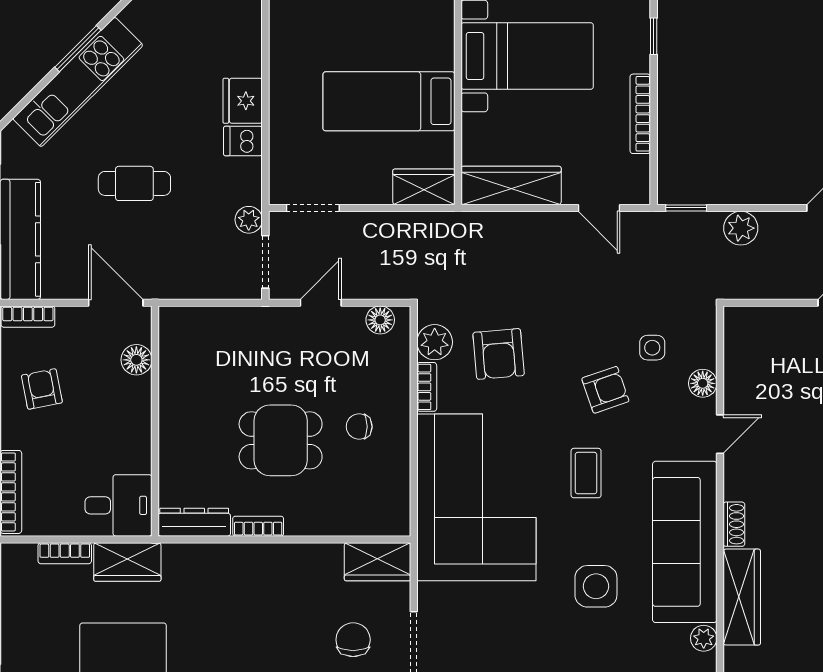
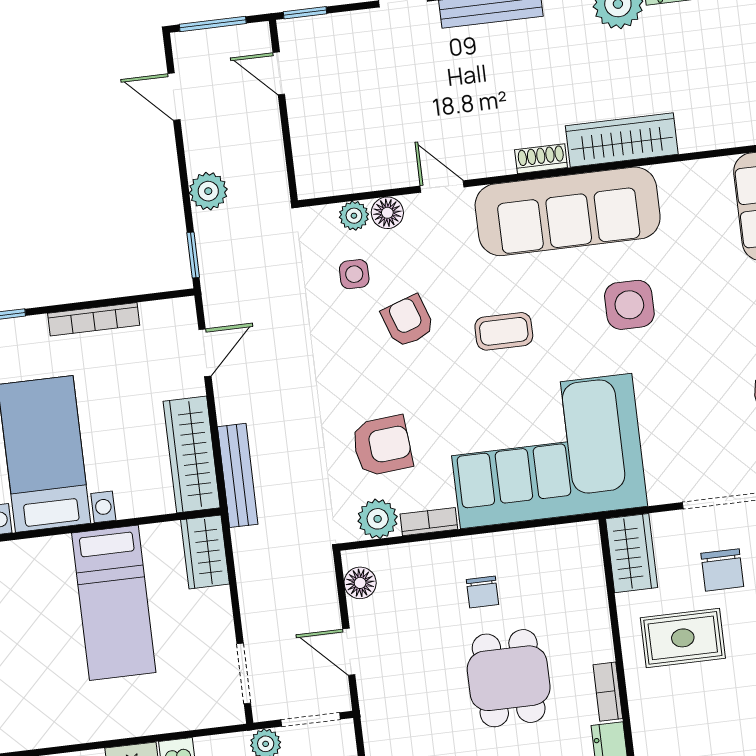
bench: (488, 224) -> (238, 475), added
rug: (297, 598) -> (683, 638), added
plant: (704, 638) -> (354, 216), moved
chair: (353, 640) -> (722, 570), turned -90

